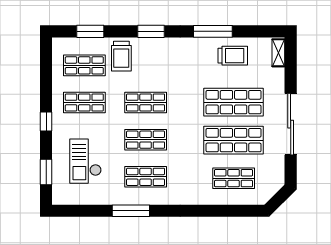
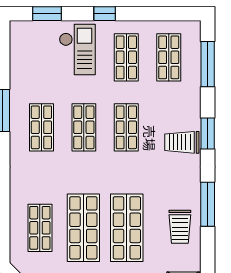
window: (90, 31) -> (208, 64), width x1.44
trolley: (121, 56) -> (182, 142), moved
checkout: (86, 161) -> (77, 49), moved, turned 90

